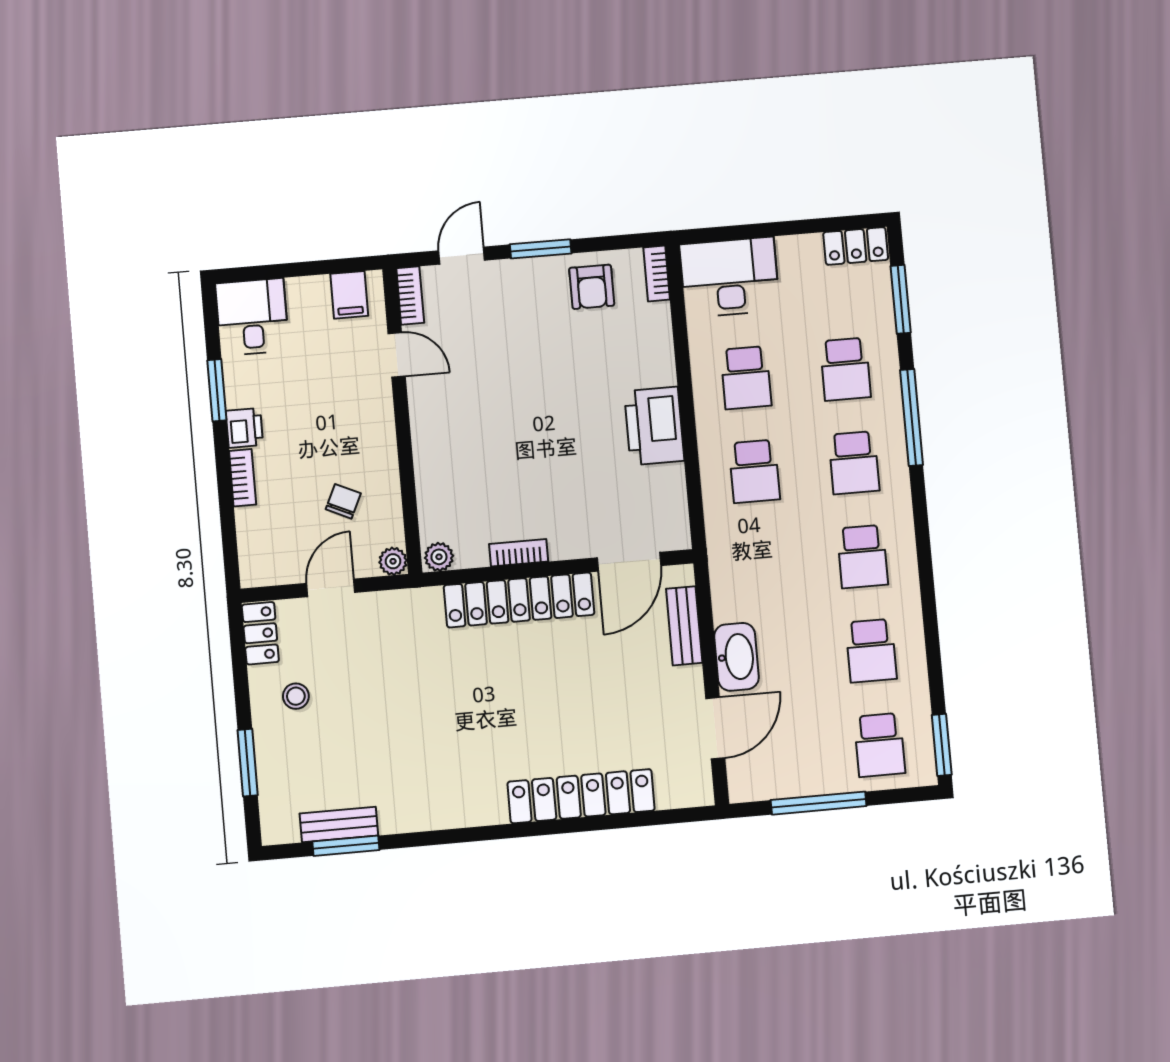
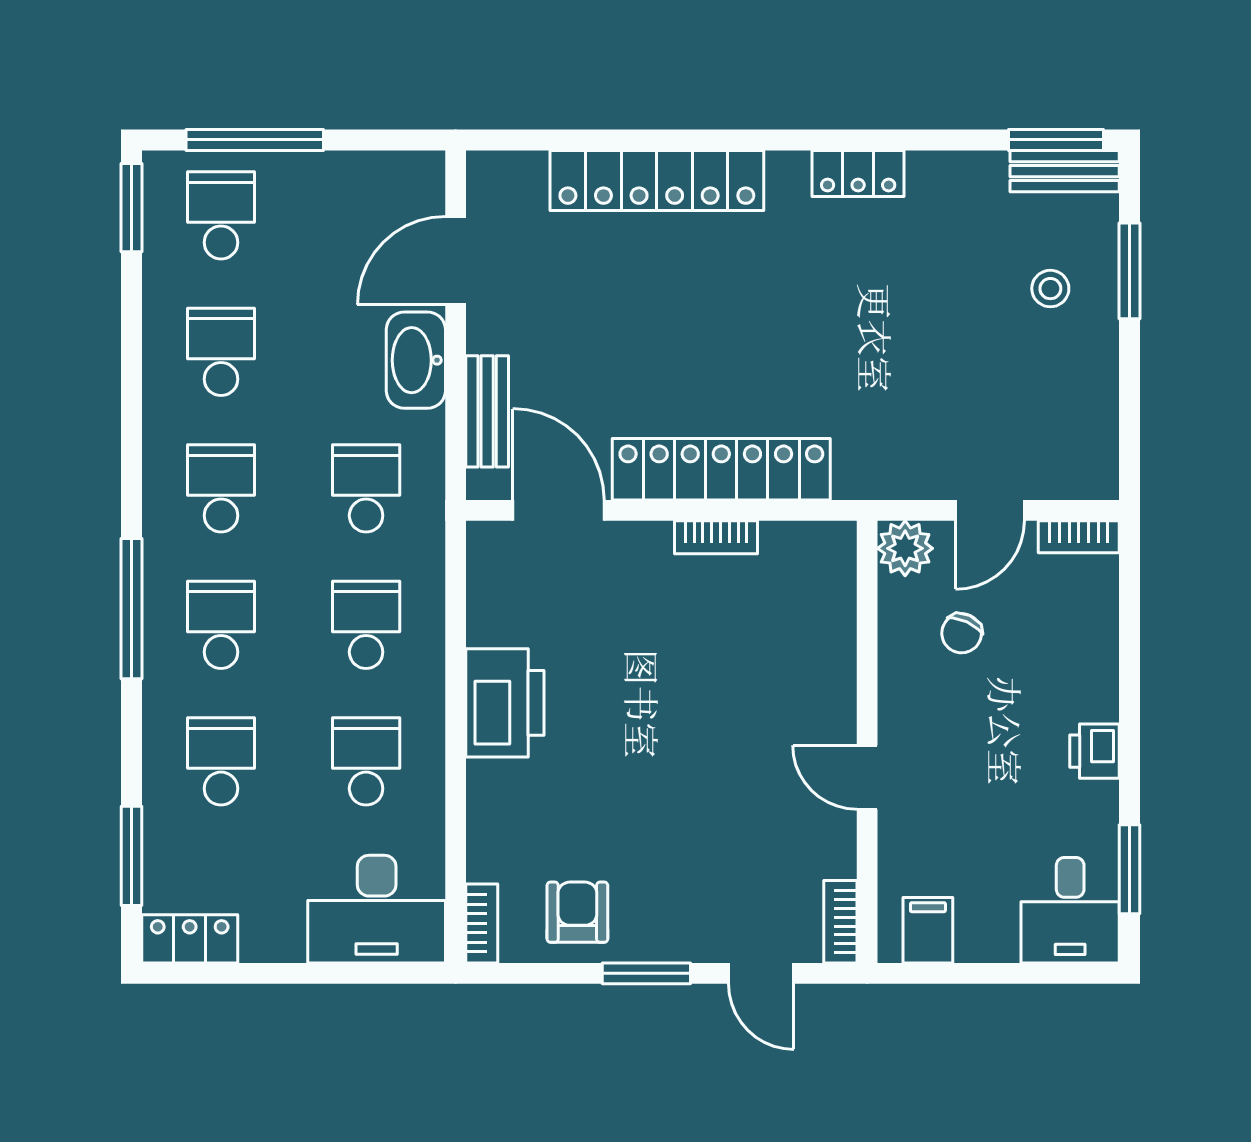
door: (462, 256) -> (761, 973), hinge flipped
door: (397, 355) -> (867, 777), moved
window: (217, 390) -> (1130, 869), moved
window: (912, 417) -> (131, 609), moved
bookcase: (243, 478) -> (1079, 537), moved, turned -90
plant: (439, 557) -> (831, 541), removed
plant: (393, 561) -> (905, 548), width x1.38, depth x1.38
door: (629, 562) -> (559, 510), hinge flipped
school desk: (763, 565) -> (366, 488), added
locker: (260, 633) -> (858, 173), moved, turned -90
stool: (296, 696) -> (1050, 289), moved
window: (819, 803) -> (255, 140), moved
bench: (339, 824) -> (1065, 171), moved
window: (346, 846) -> (1056, 140), moved

